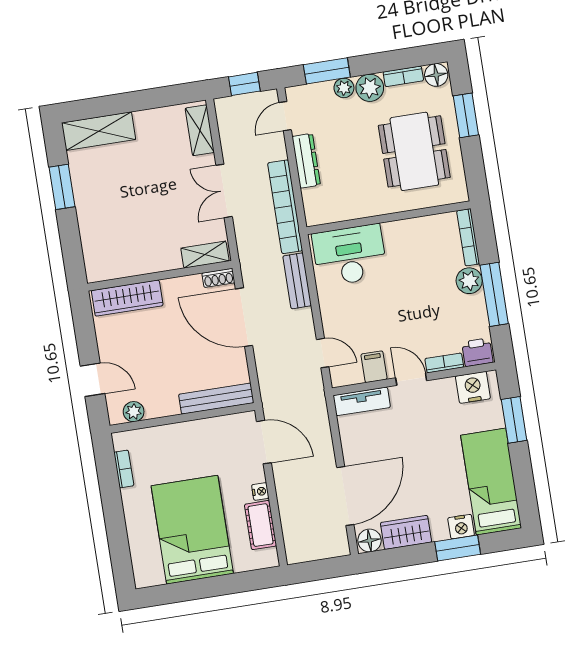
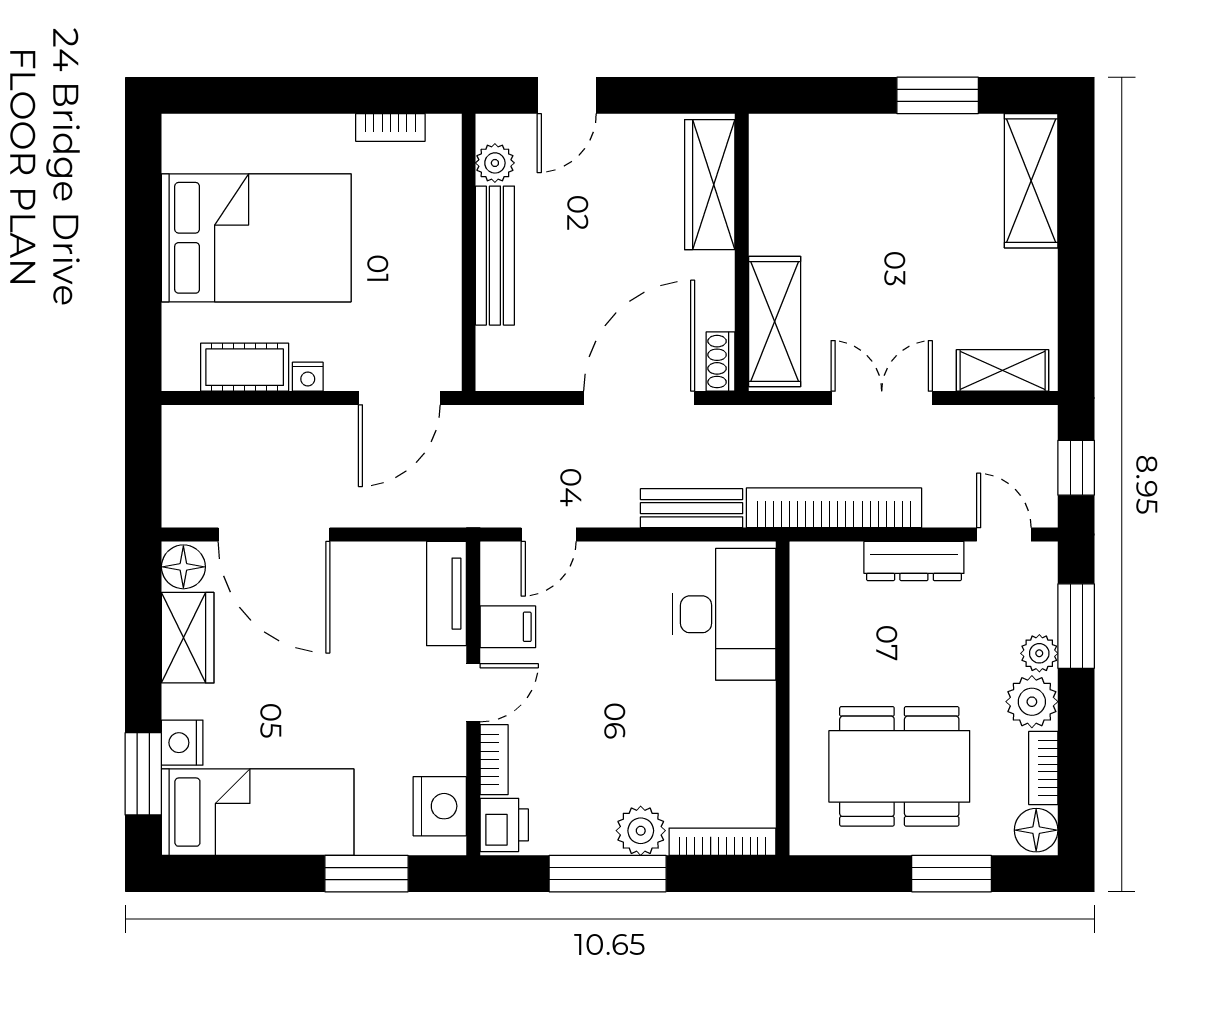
shelving: (205, 255) -> (775, 321), width x1.50, depth x1.33
bench: (216, 399) -> (495, 256), moved
window: (458, 548) -> (143, 774), moved

